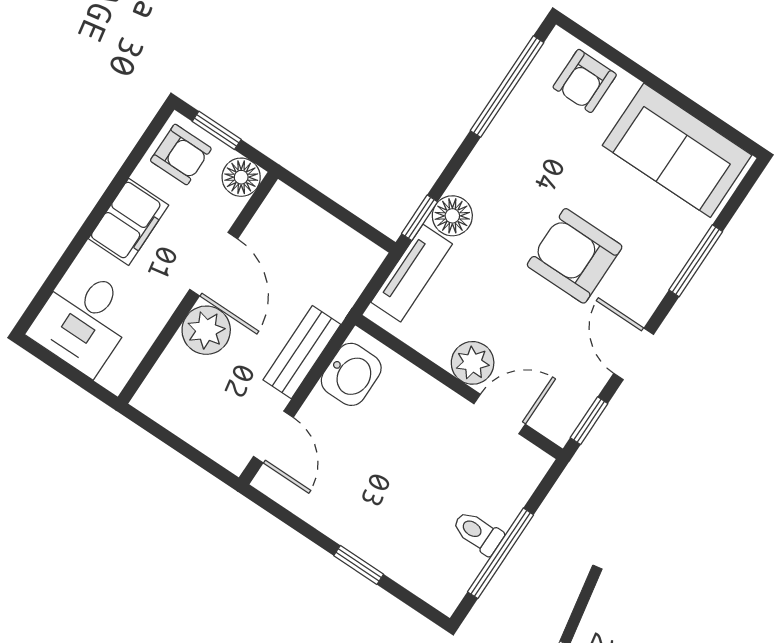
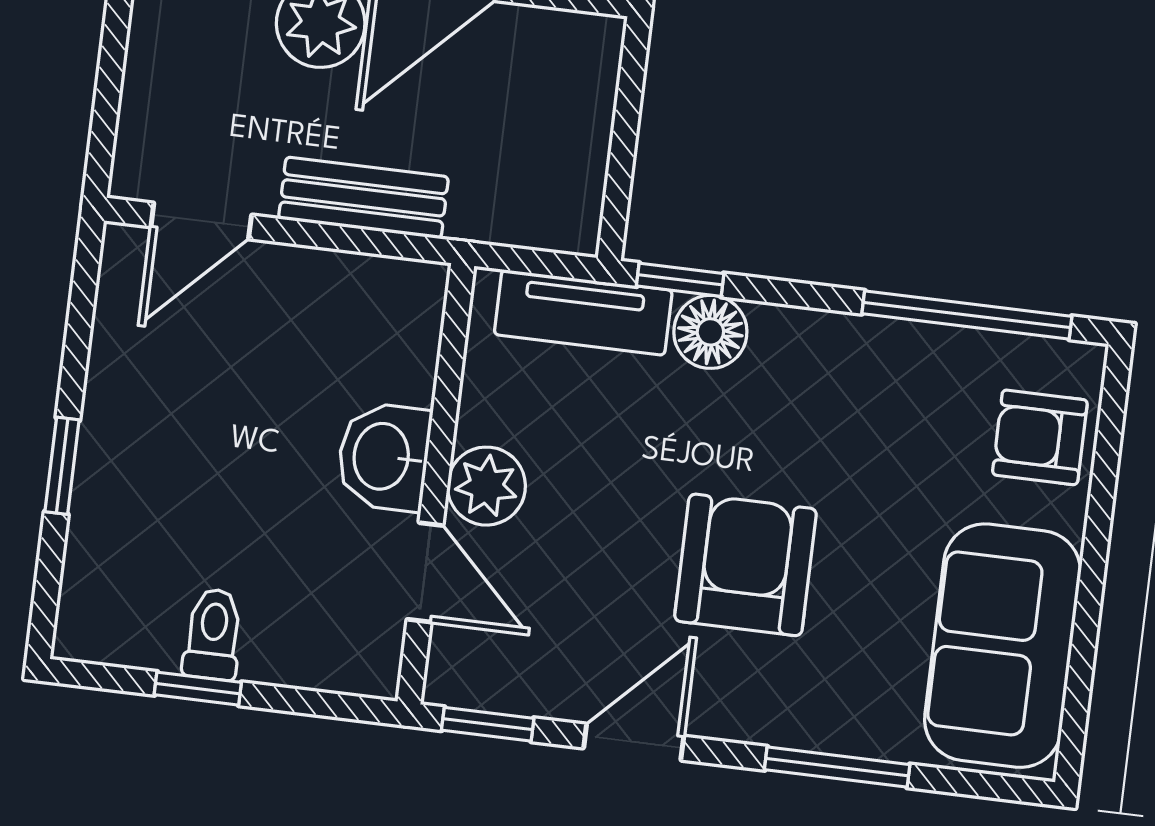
washbasin: (351, 374) -> (384, 457), moved, turned 90
window: (501, 553) -> (198, 689), width x0.46

